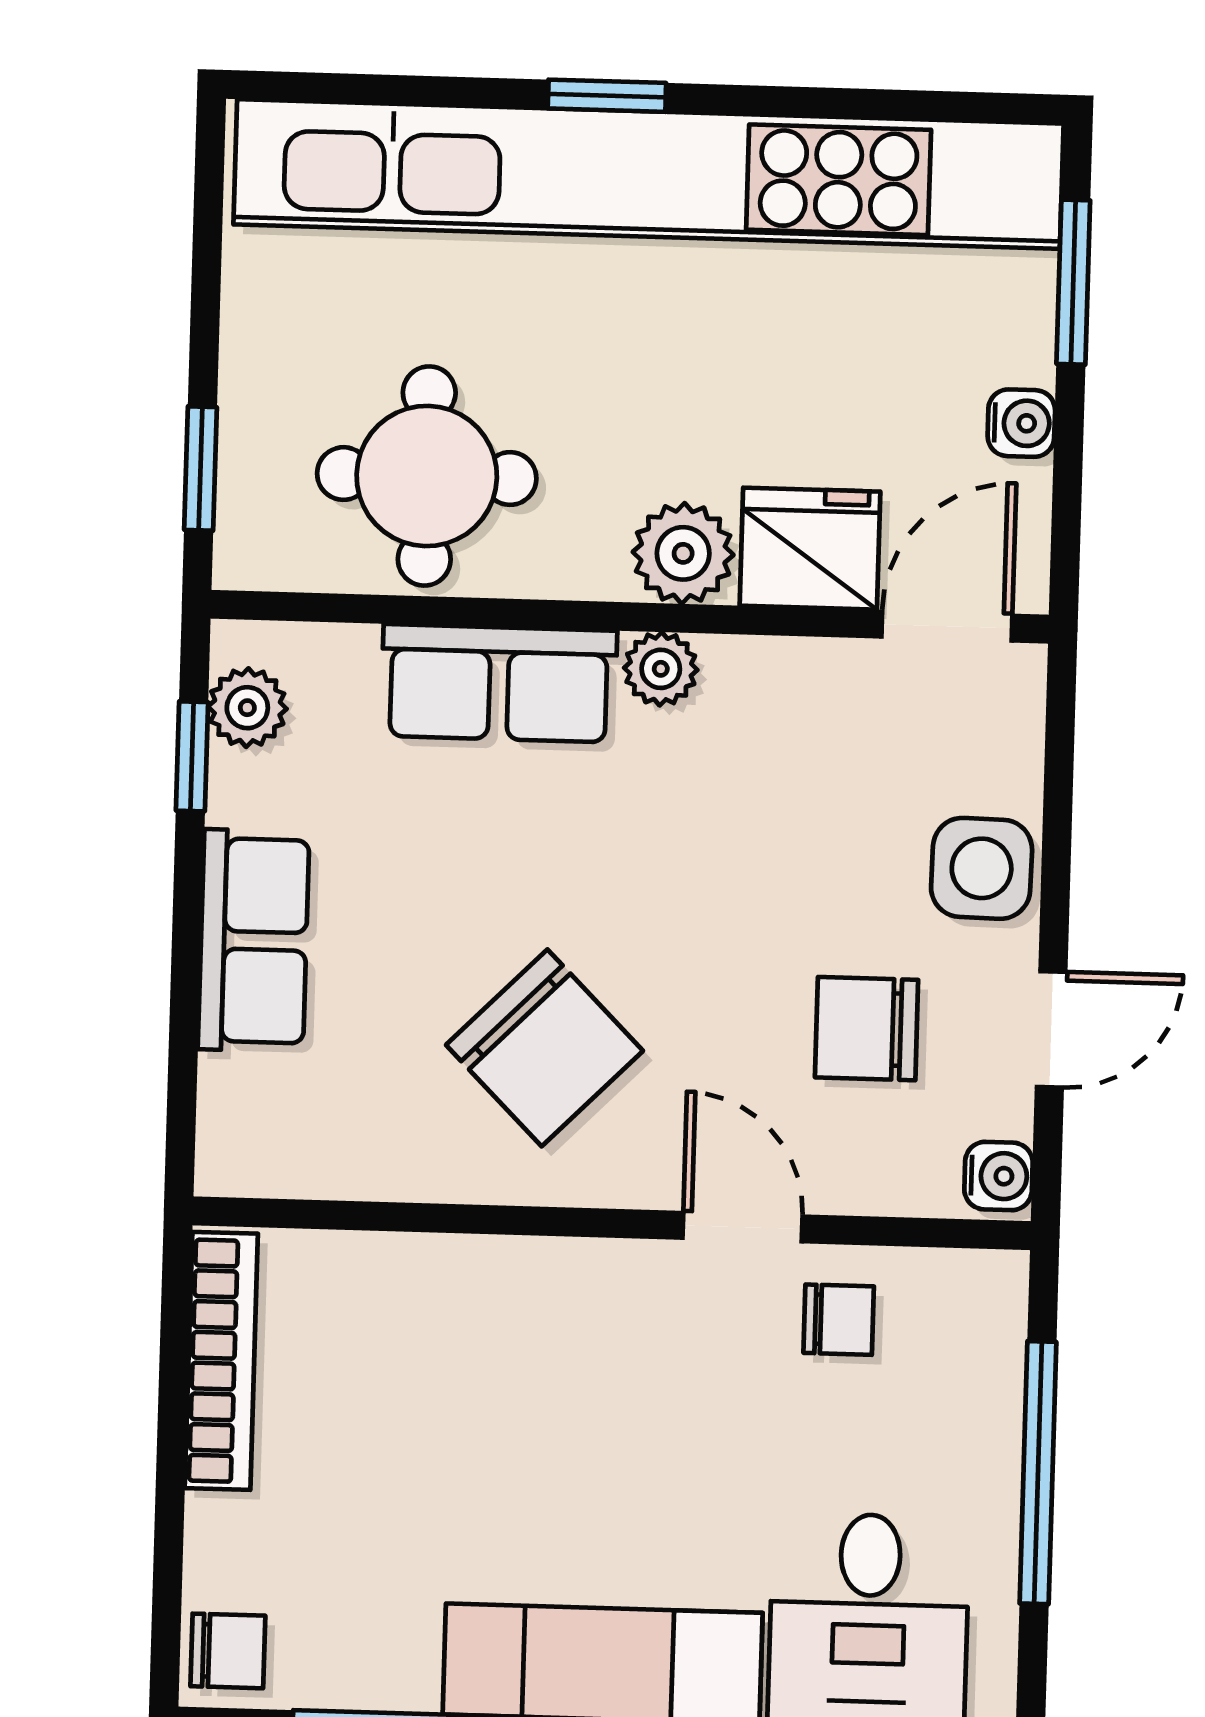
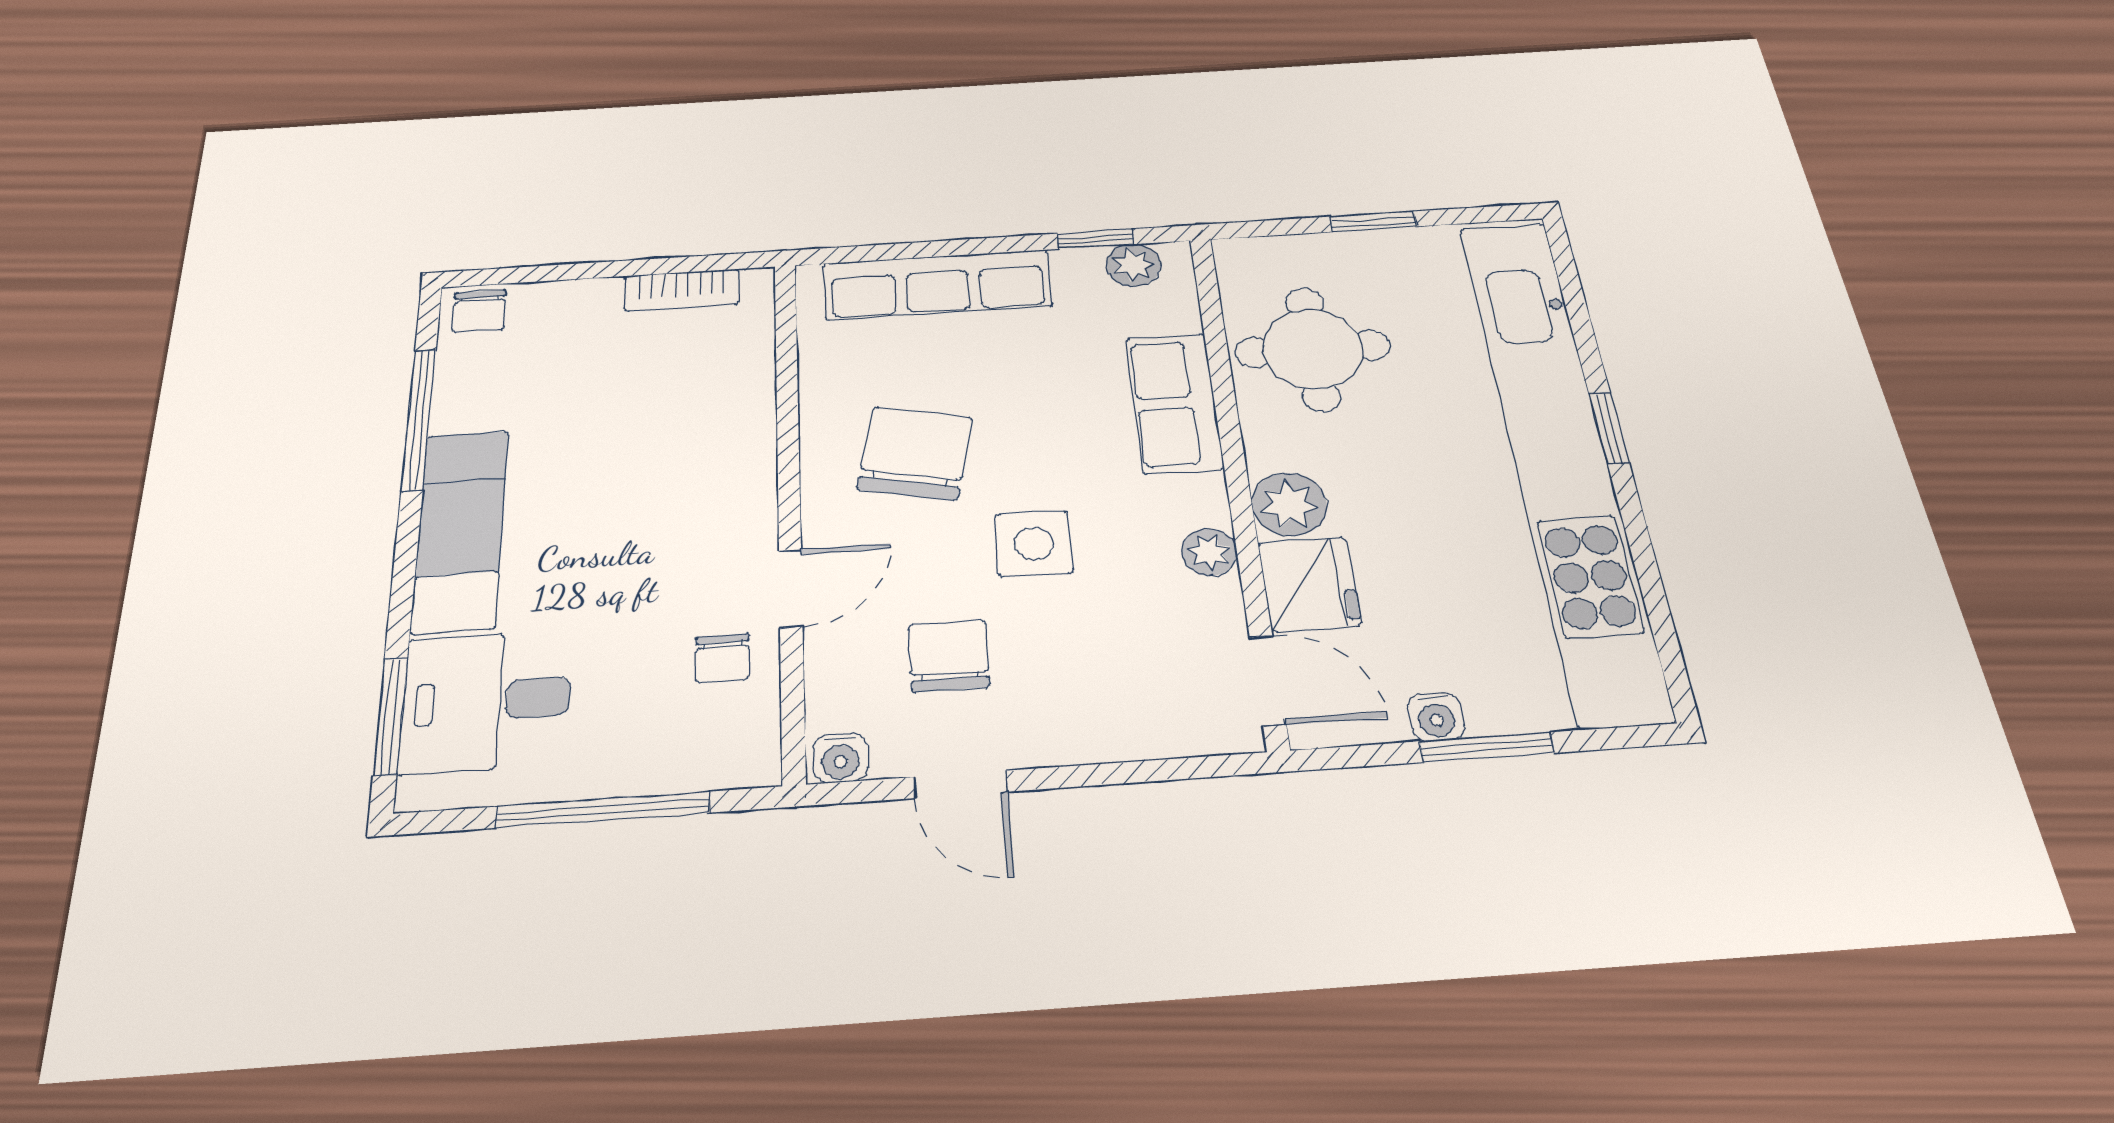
window: (1073, 282) -> (1487, 747), moved
window: (201, 469) -> (1374, 221), moved
plant: (661, 669) -> (1209, 552), moved
side table: (982, 868) -> (1034, 544), moved
row of seats: (254, 941) -> (937, 285), width x1.48
chair: (544, 1048) -> (915, 453), turned 147
bookcase: (221, 1361) -> (682, 290), width x0.64

